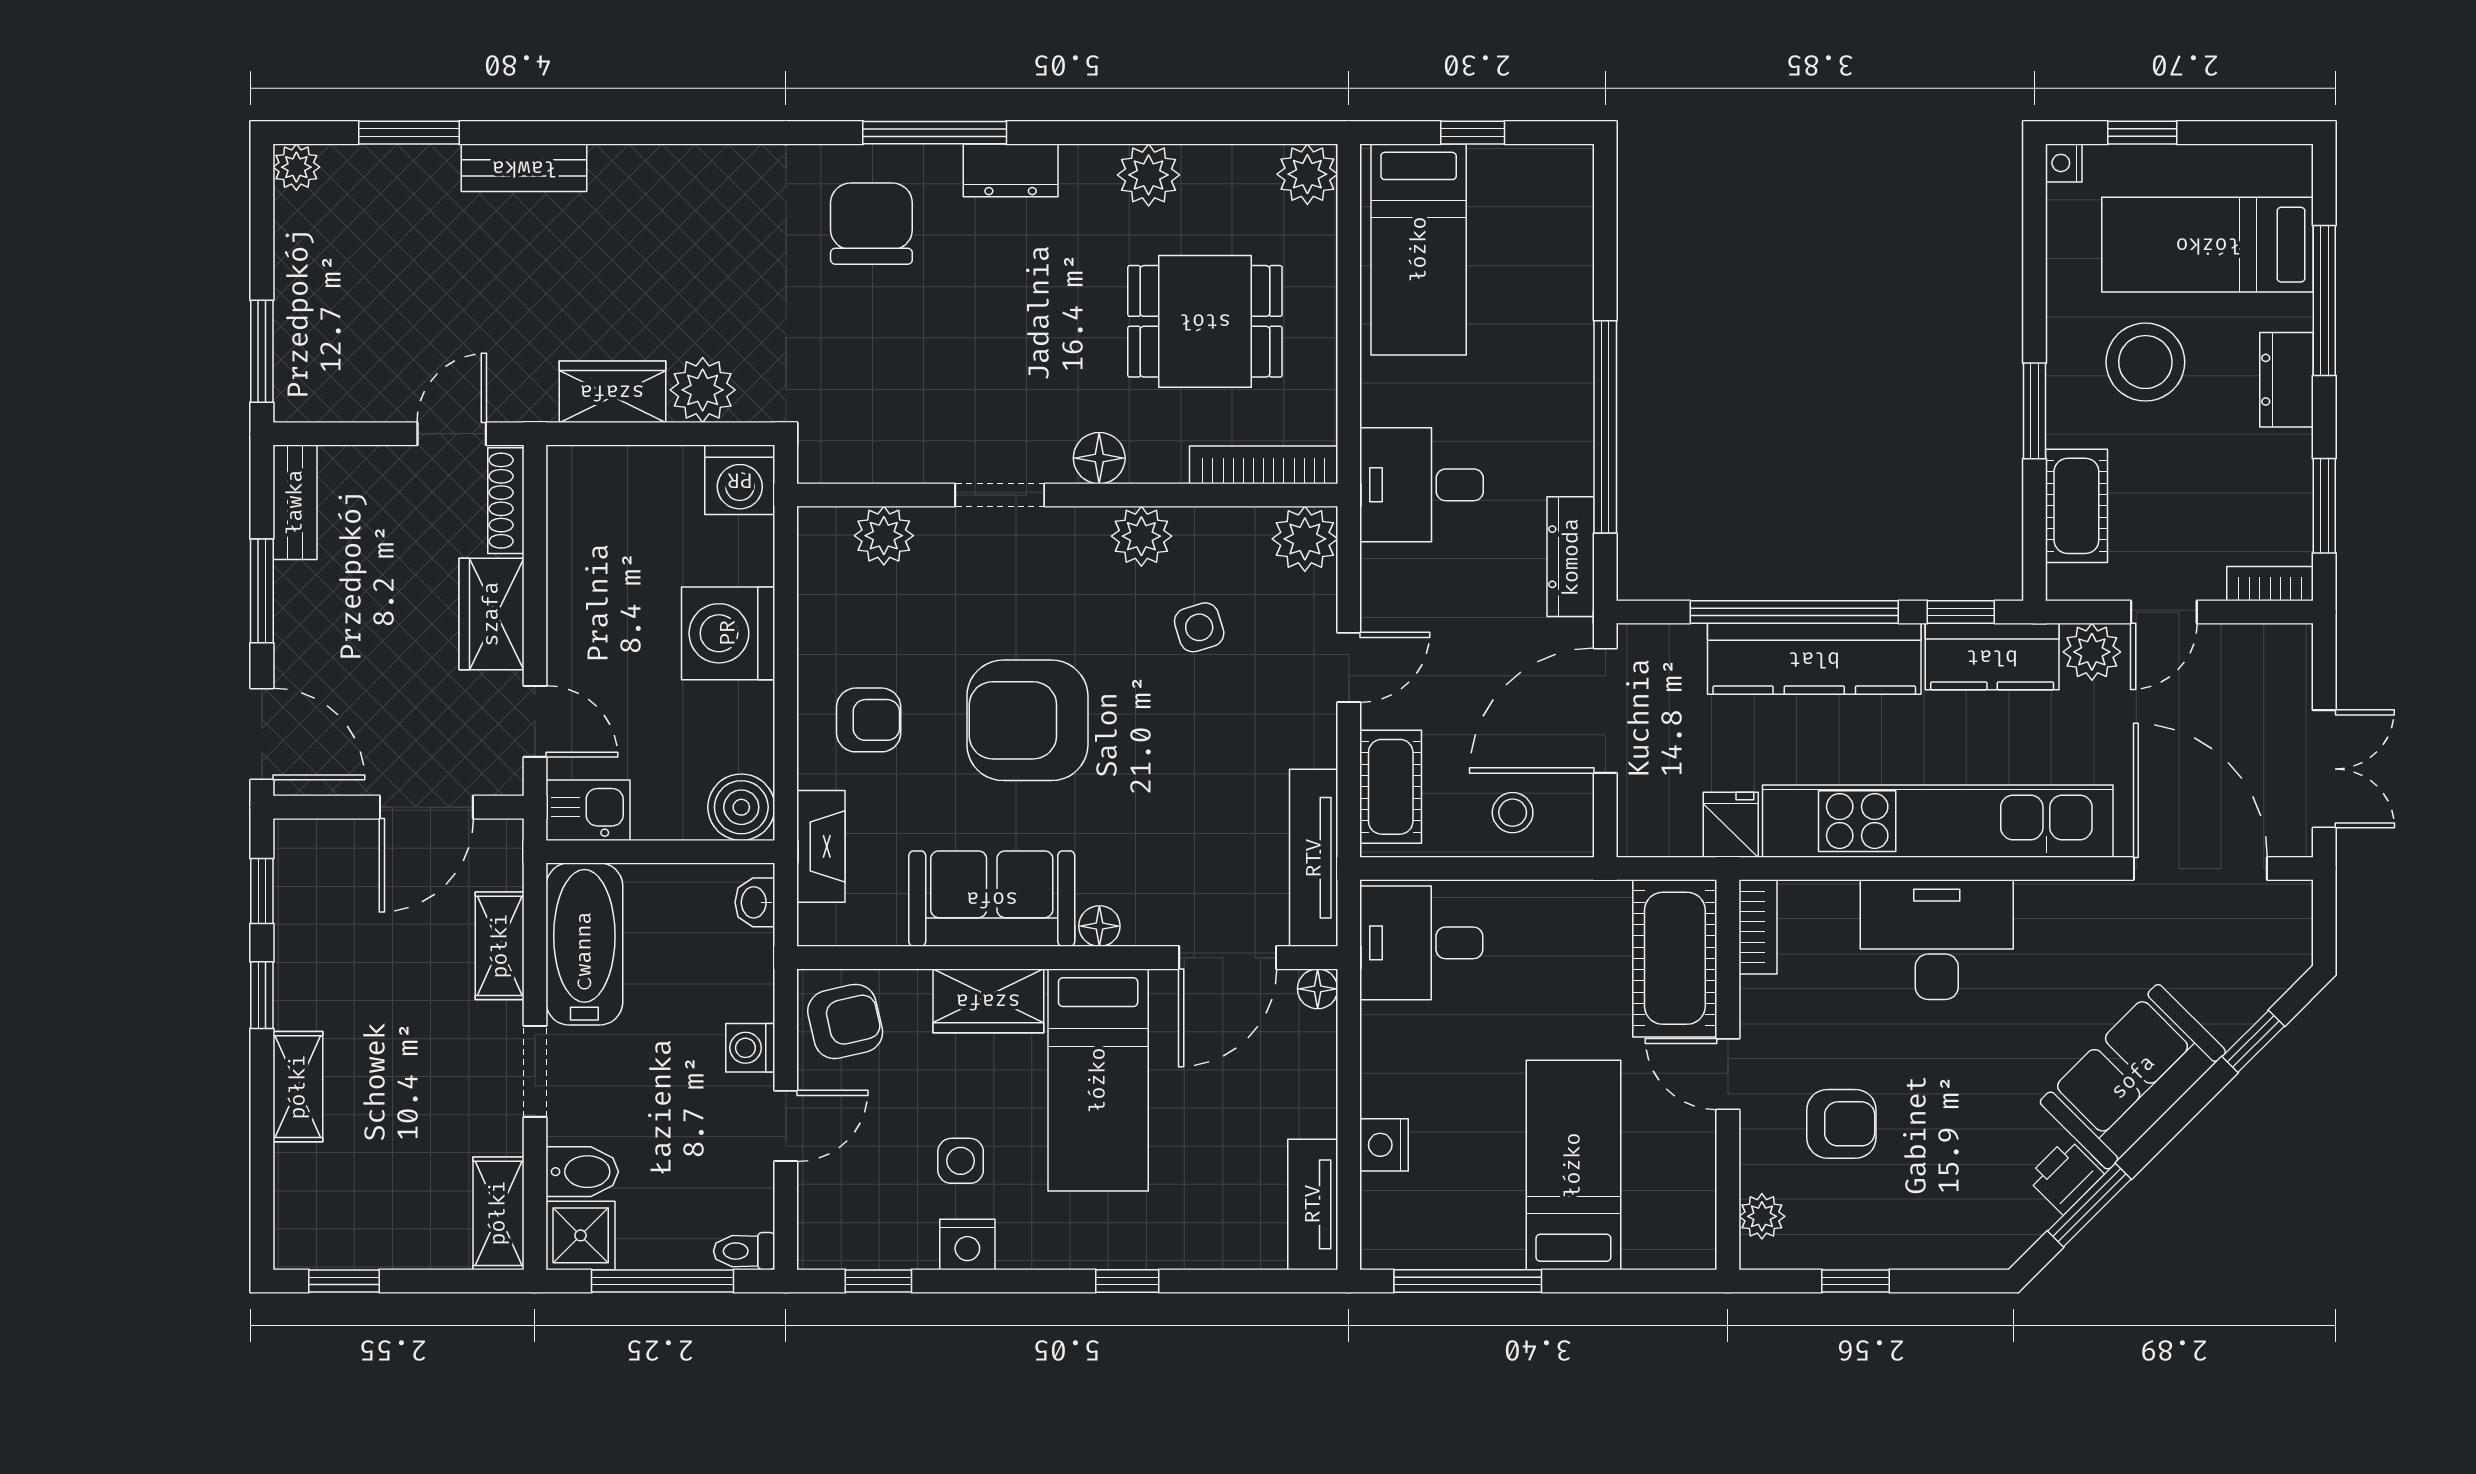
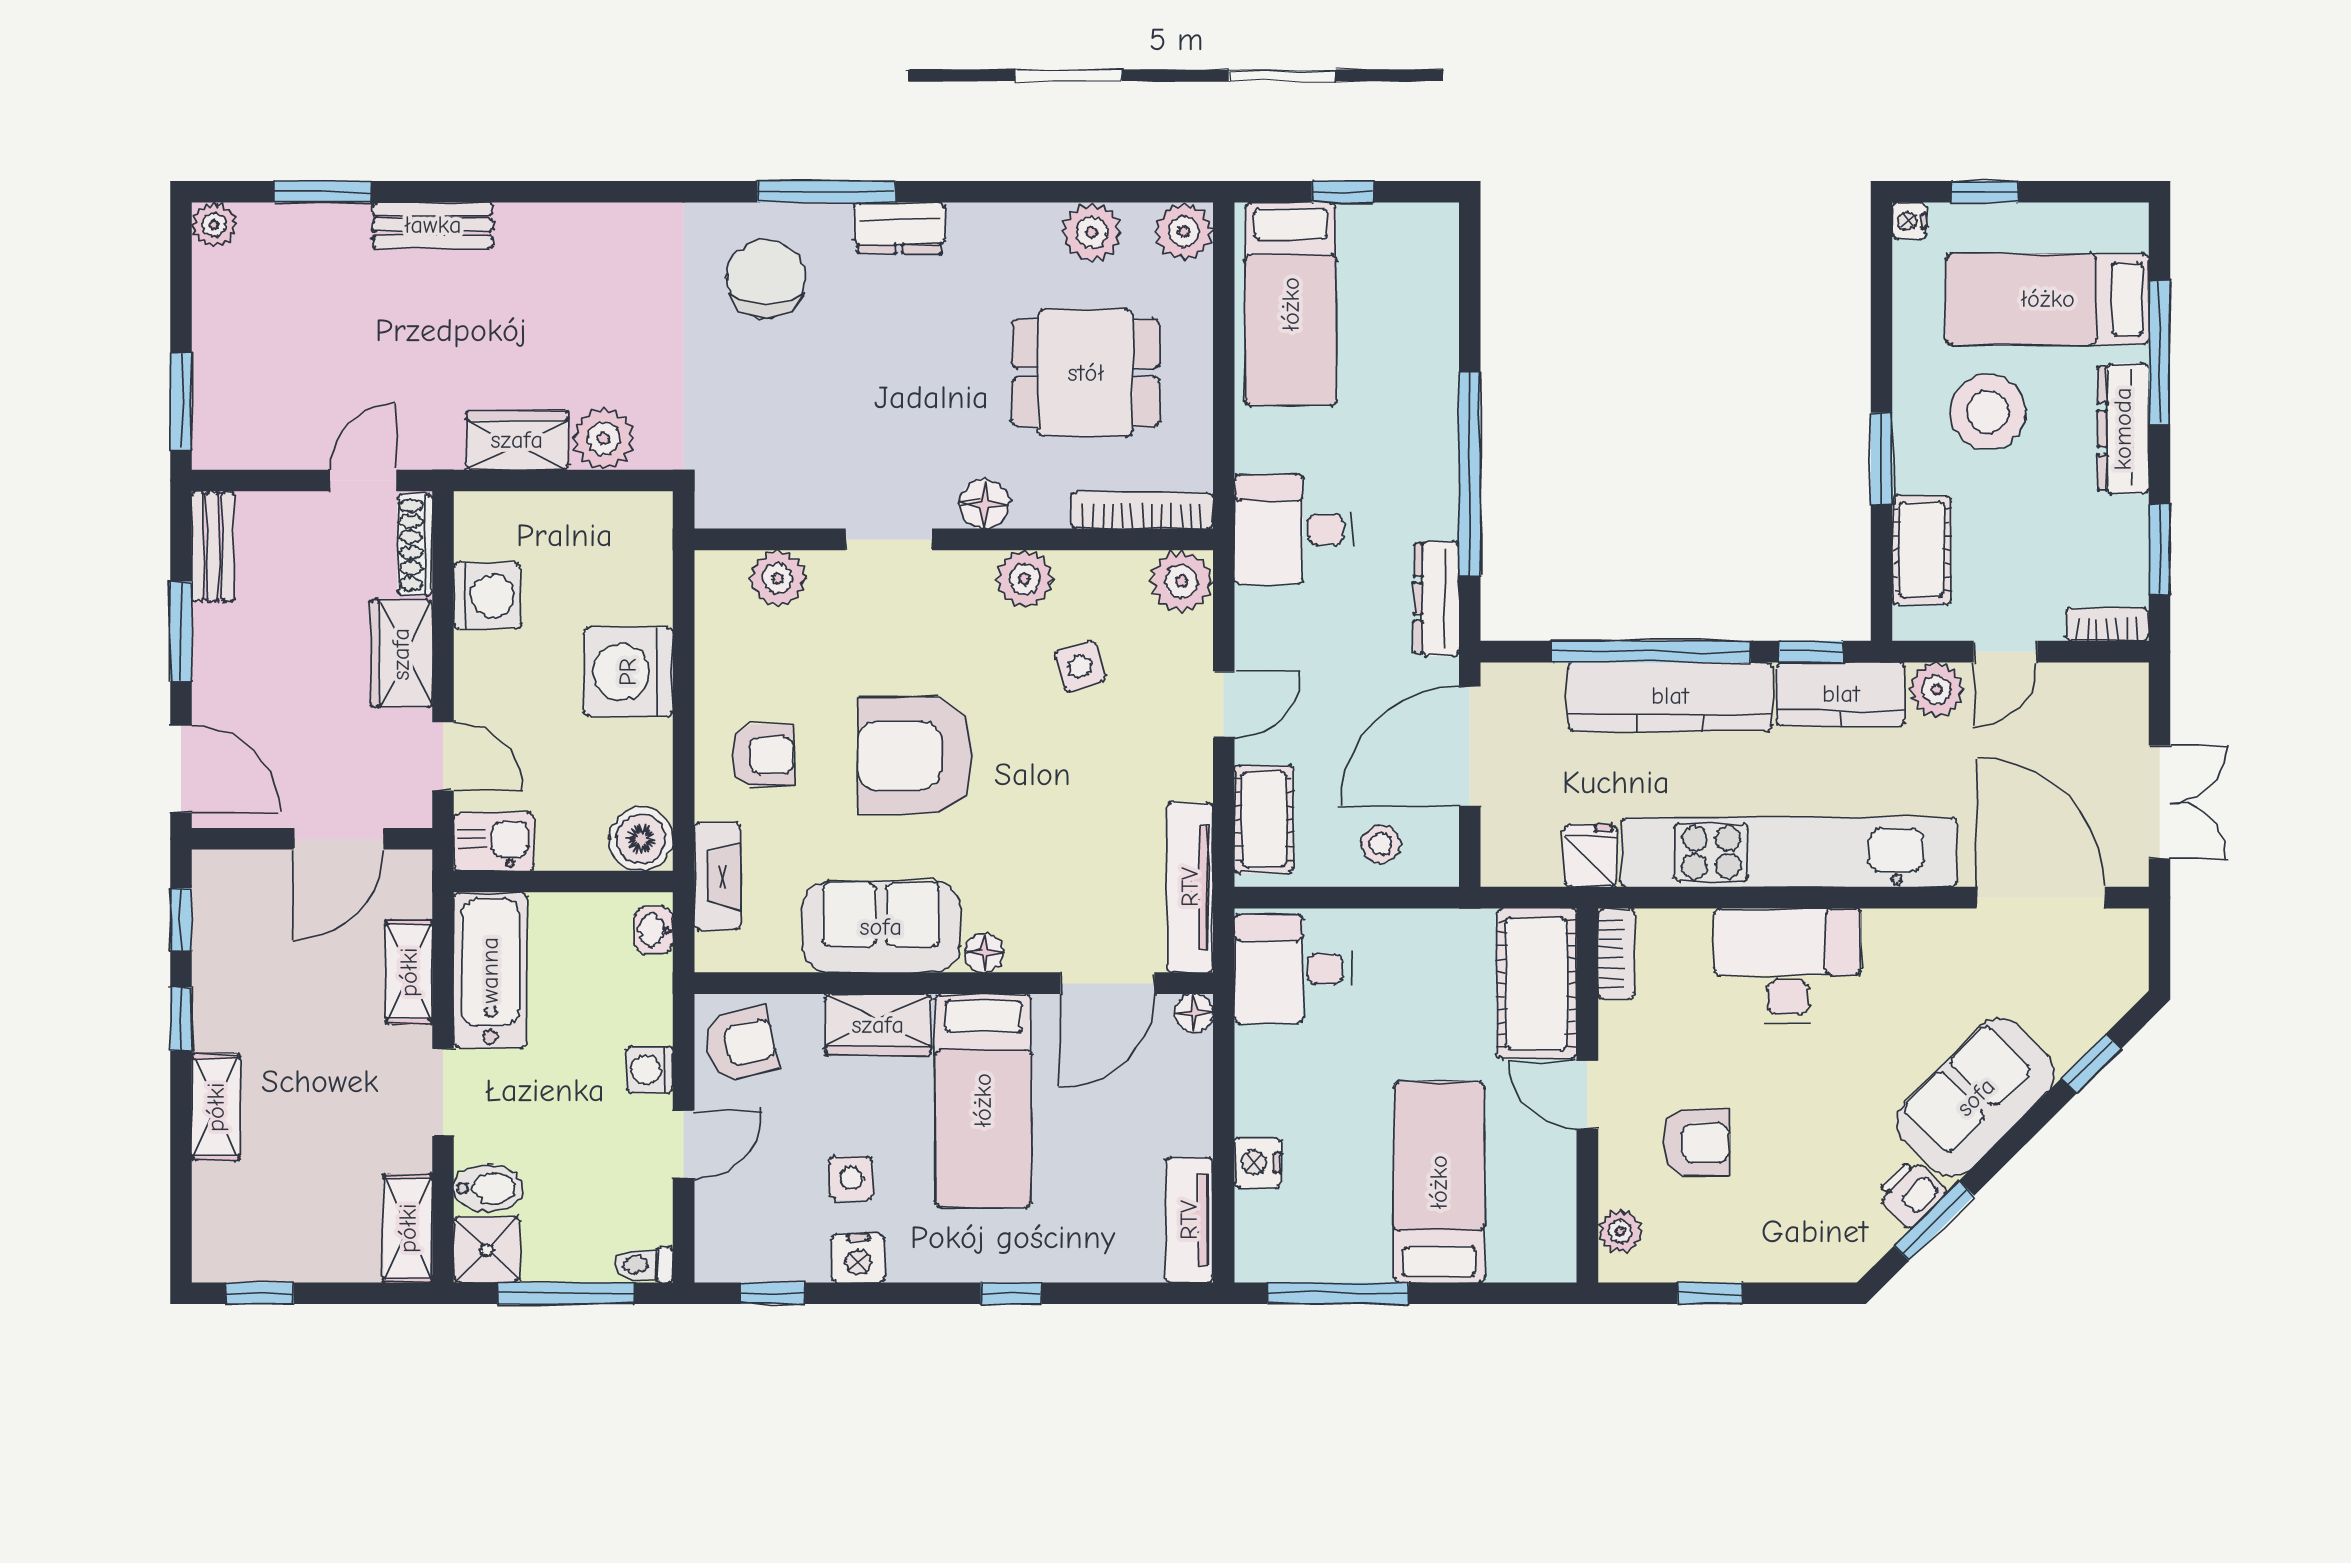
plant: (1149, 175) -> (1092, 232), moved
dresser: (2287, 380) -> (2123, 429), width x1.44
washing machine: (740, 480) -> (487, 596), moved, turned -90

